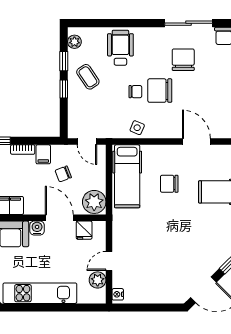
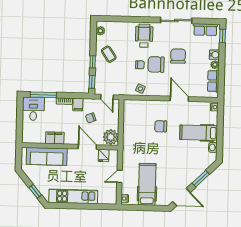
wheelchair: (120, 48) -> (144, 36), moved
chair: (183, 60) -> (178, 56), moved
window: (64, 61) -> (92, 82), moved
hospital bed: (127, 176) -> (147, 184), moved, turned 180
water cooler: (37, 228) -> (72, 153), removed
plant: (98, 280) -> (112, 189), removed

